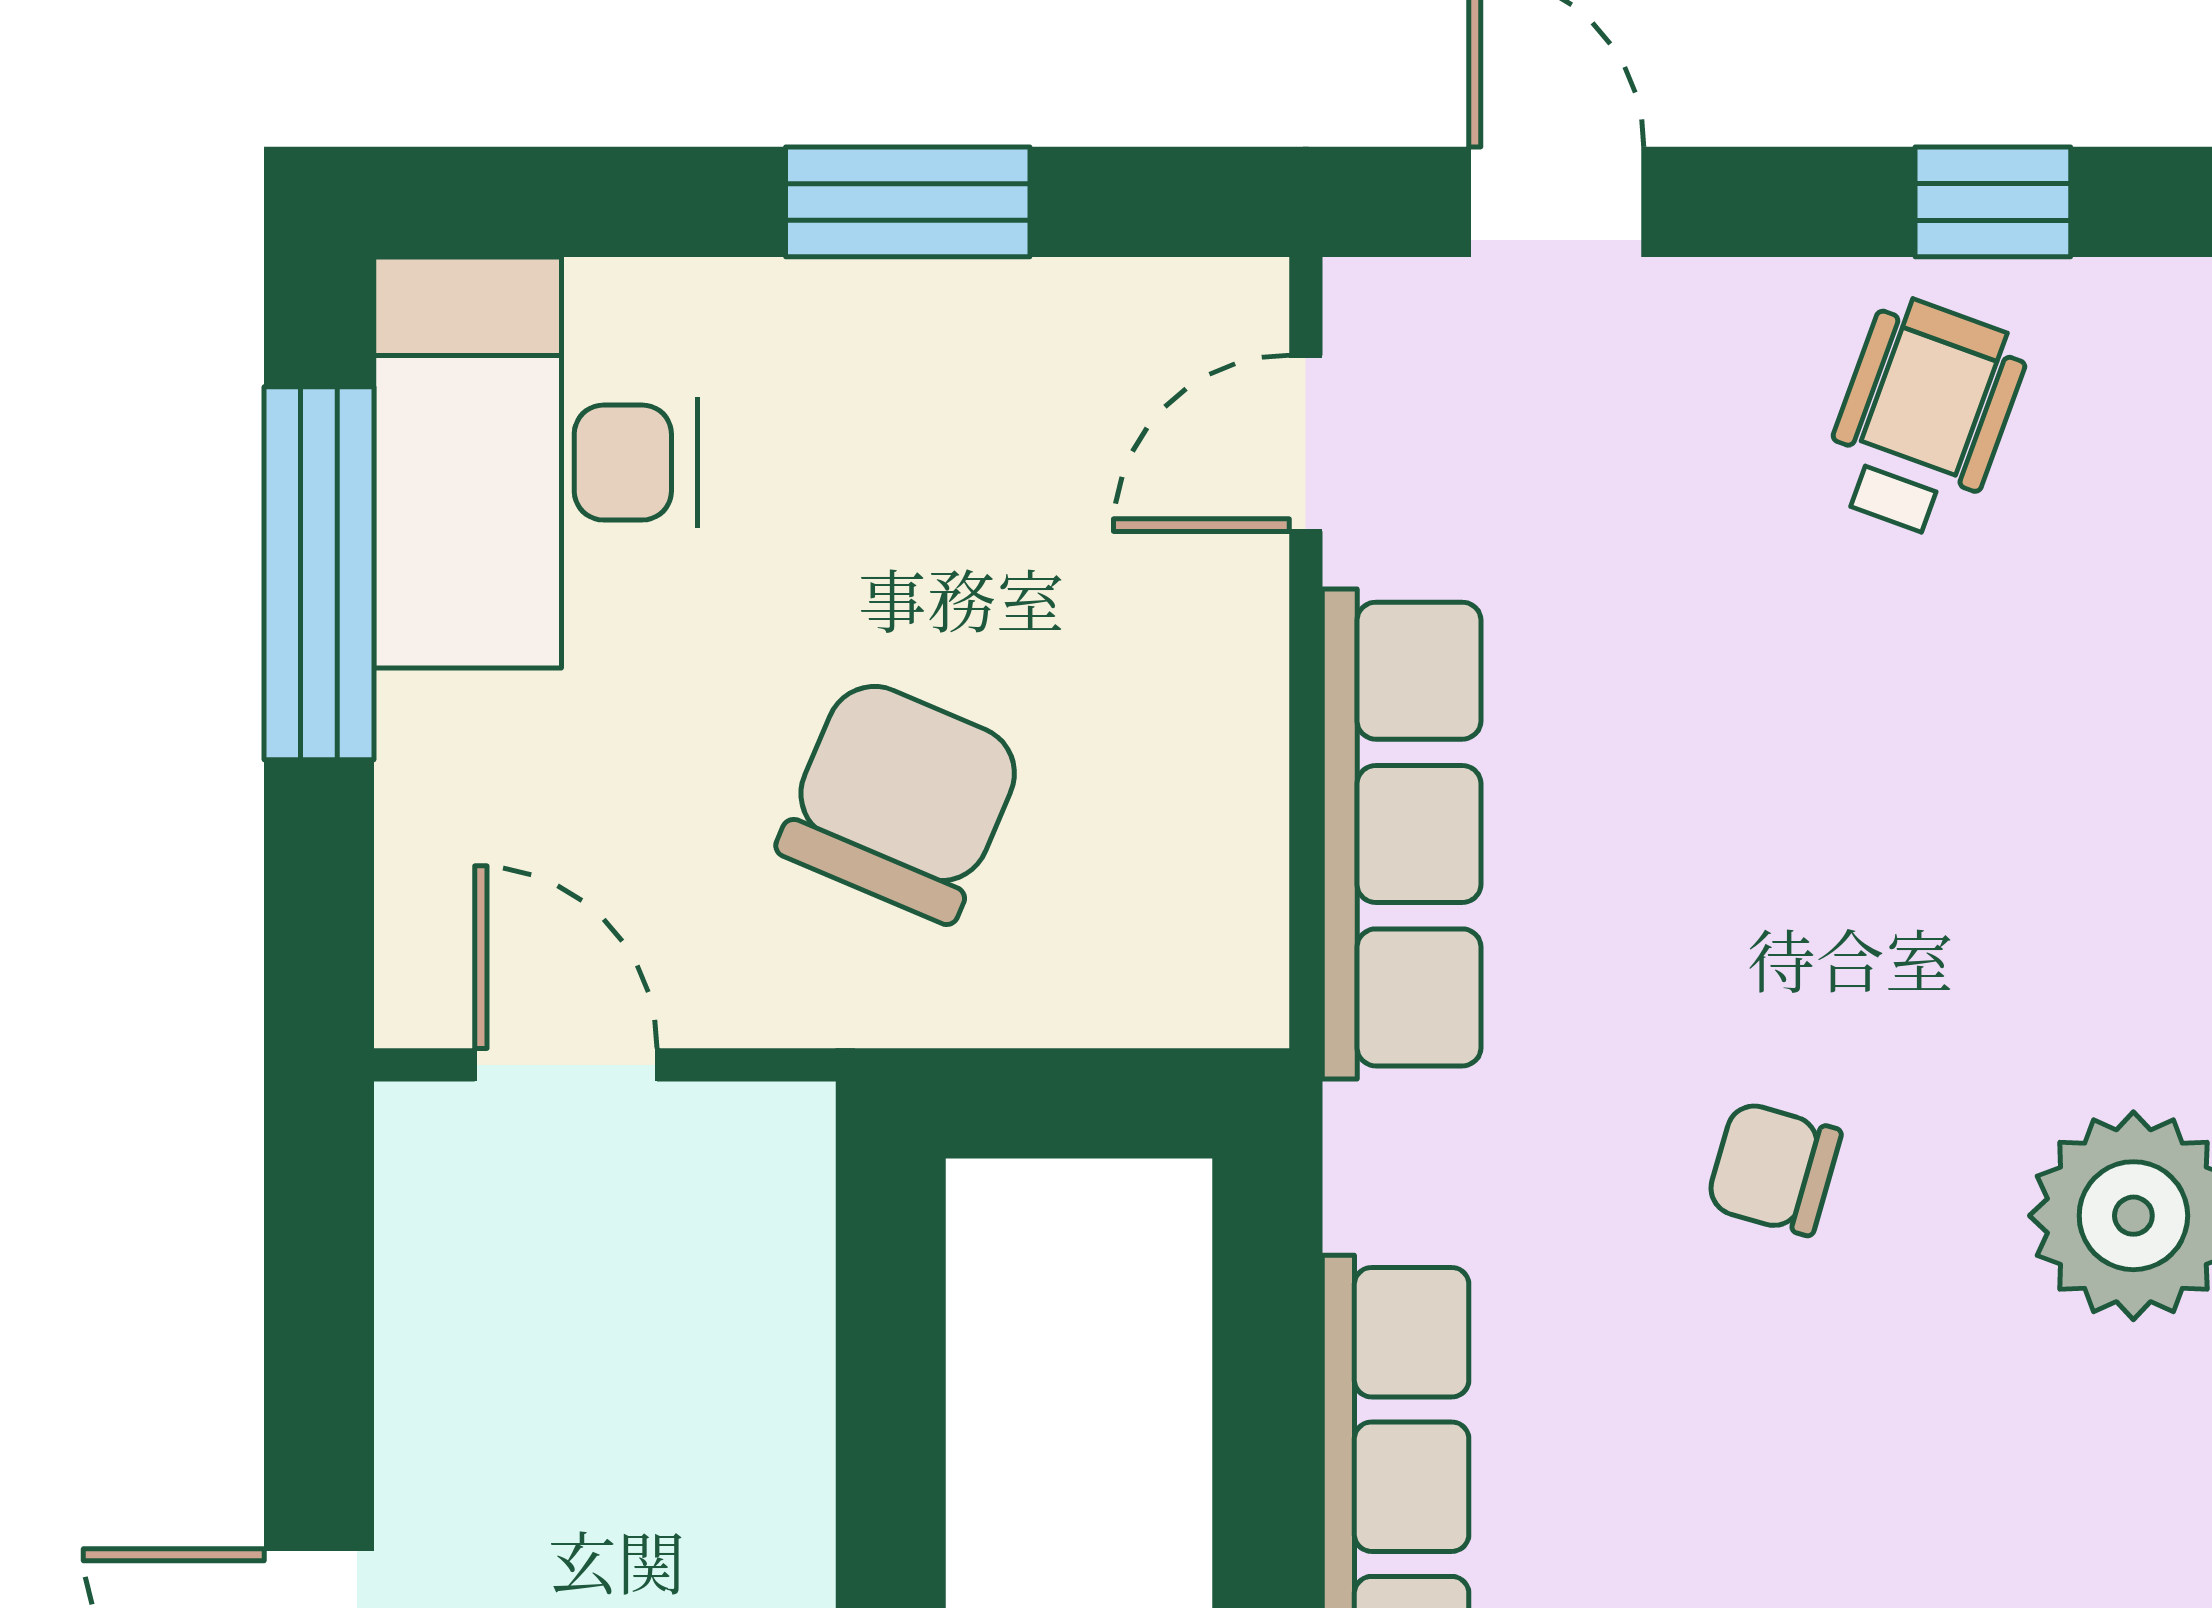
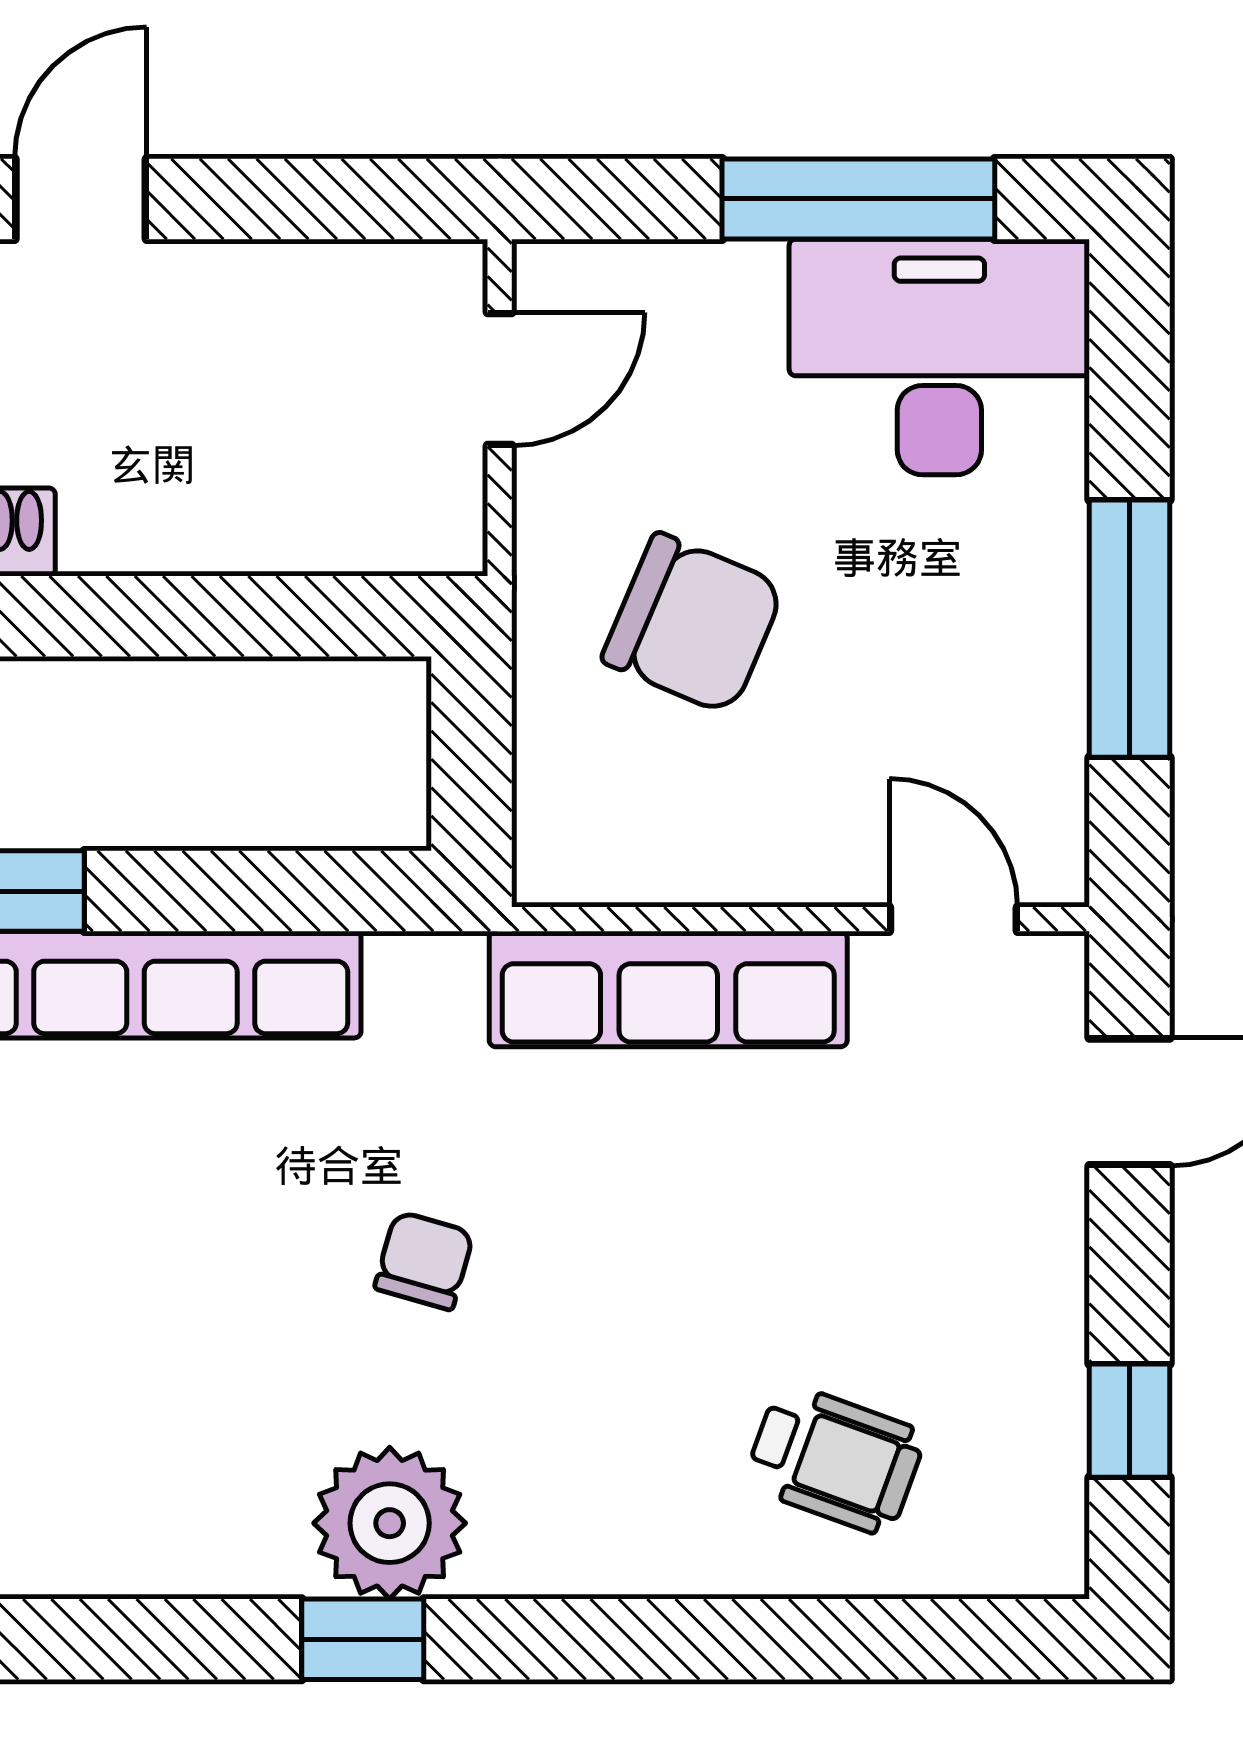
window: (908, 202) -> (1130, 629), width x1.44
wheelchair: (1923, 418) -> (835, 1459), moved

